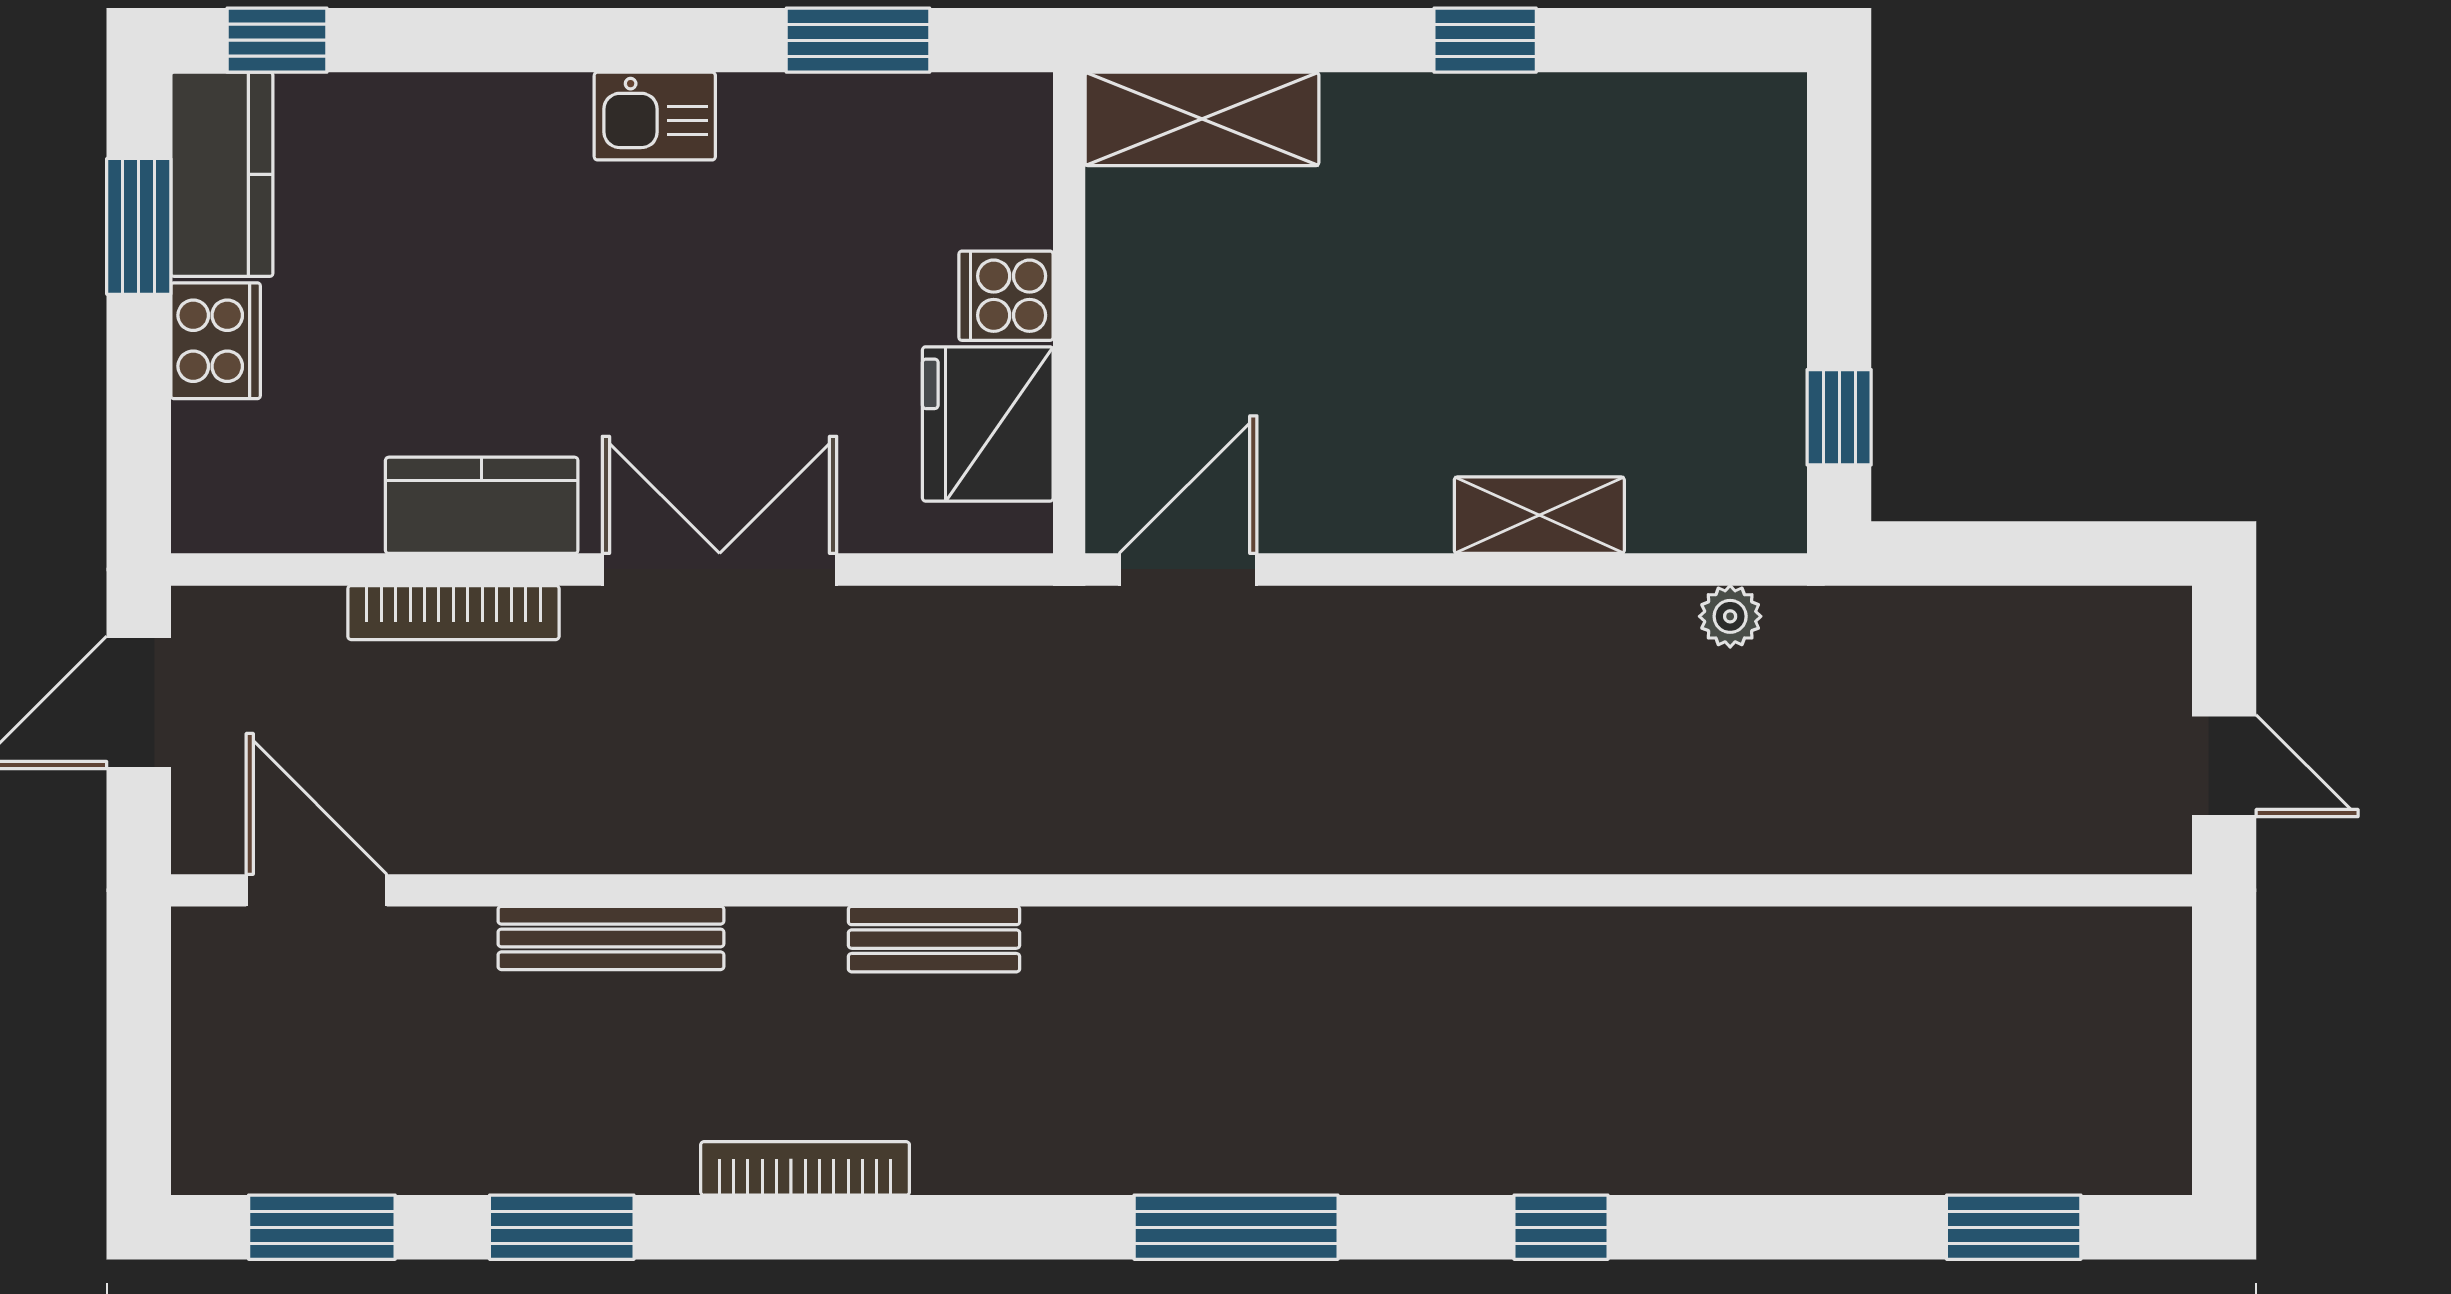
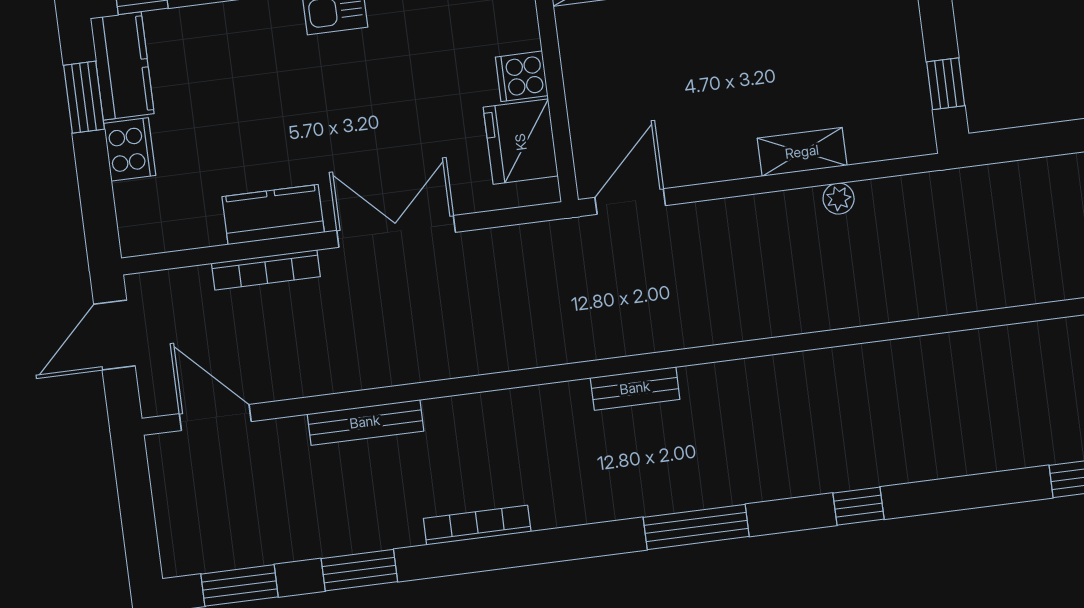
plant: (1730, 616) -> (839, 199), moved
bench: (934, 939) -> (635, 388), moved

